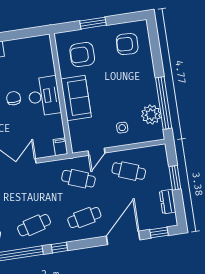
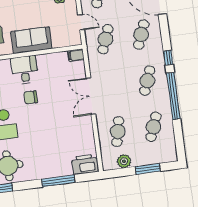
desk: (44, 96) -> (25, 70), width x0.73
cafe table: (84, 218) -> (141, 34), turned 33
cafe table: (34, 225) -> (147, 81), turned 36

